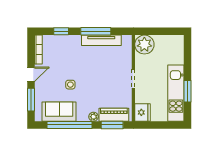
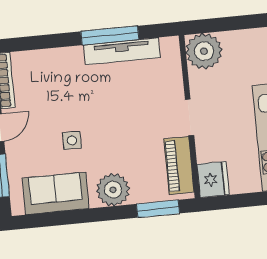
window: (61, 31) -> (45, 42), removed
piano: (114, 115) -> (179, 166), moved, turned -90
plant: (93, 117) -> (113, 190), width x1.88, depth x1.88
window: (69, 125) -> (78, 217), removed

